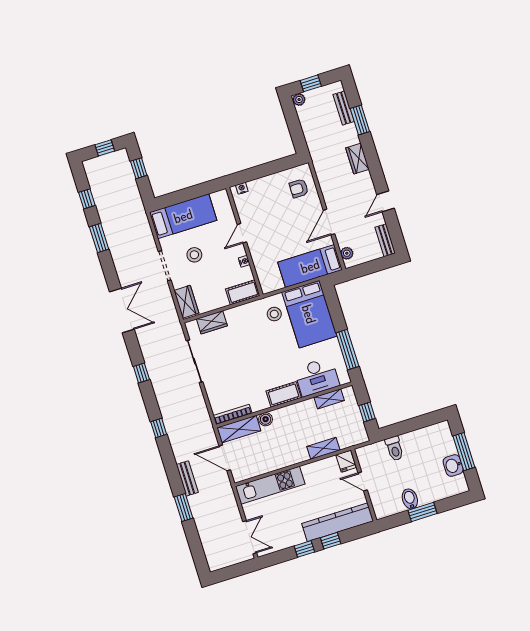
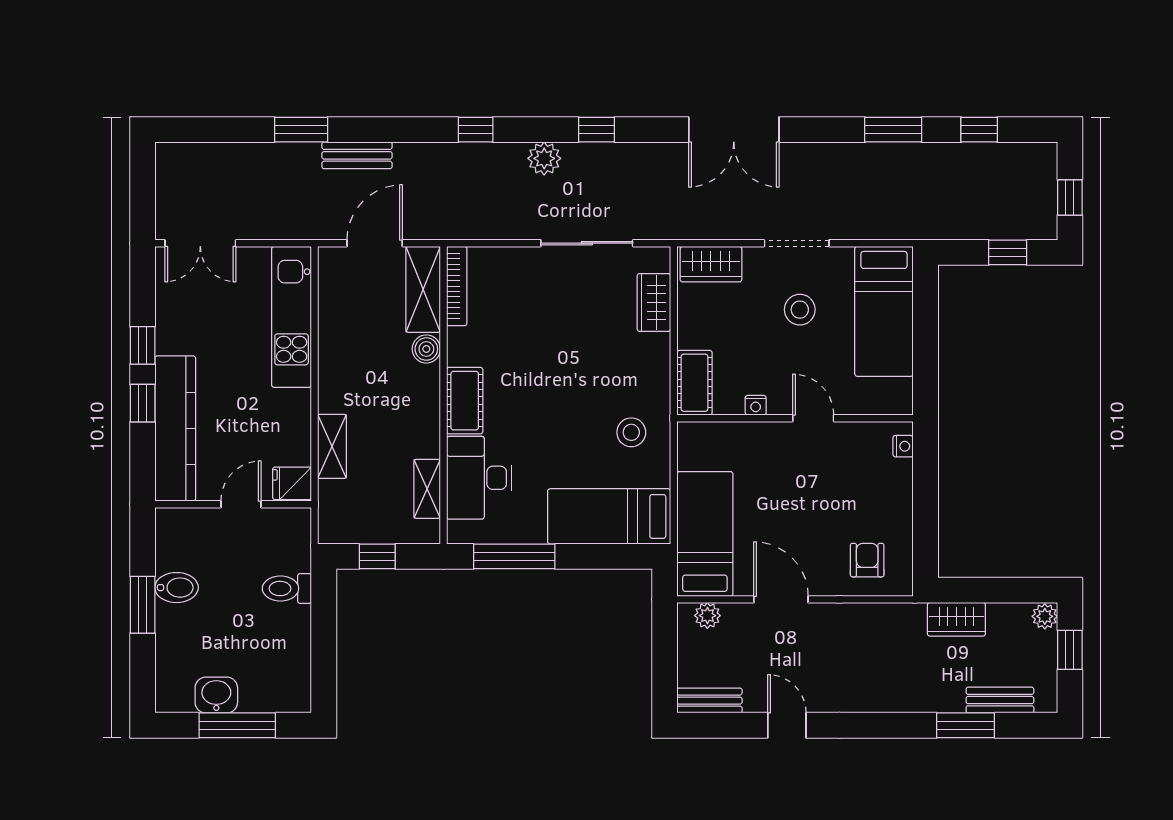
wardrobe: (357, 159) -> (956, 619), moved, turned 180
bed: (309, 314) -> (609, 516), width x0.67
plant: (162, 393) -> (544, 158), added

